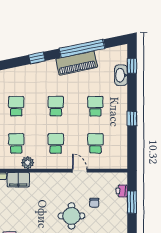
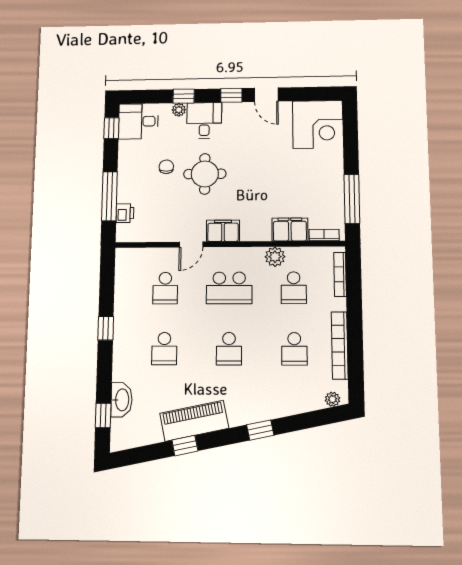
window: (82, 48) -> (185, 446), width x0.32
school desk: (56, 143) -> (229, 288), width x1.85
door: (80, 171) -> (191, 245), hinge flipped
filing cabinet: (60, 179) -> (223, 231), added
window: (132, 202) -> (109, 196), width x1.44
chair: (94, 203) -> (166, 167), moved

